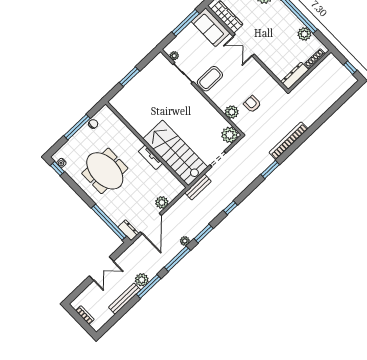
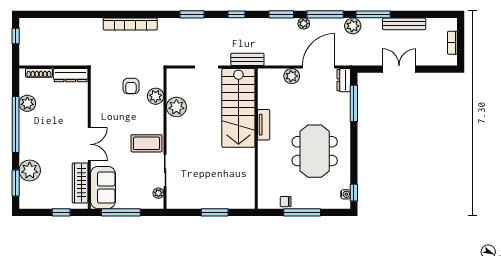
plant: (230, 135) -> (176, 107), moved
window: (270, 169) -> (192, 14), moved
window: (109, 222) -> (354, 103), width x0.68
plant: (142, 280) -> (353, 26), moved

